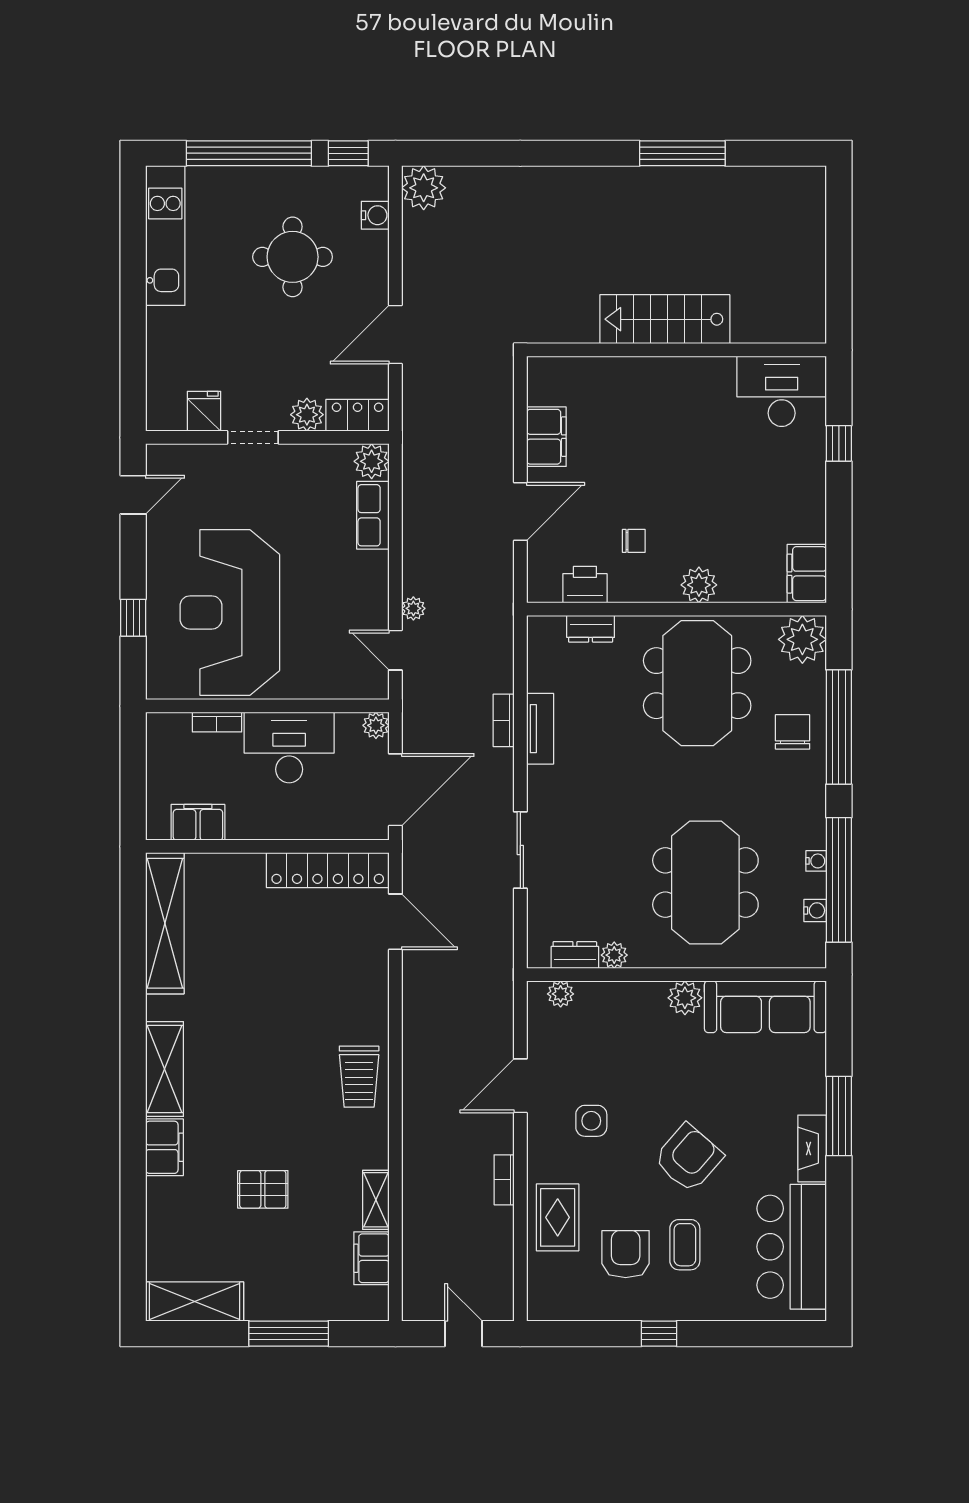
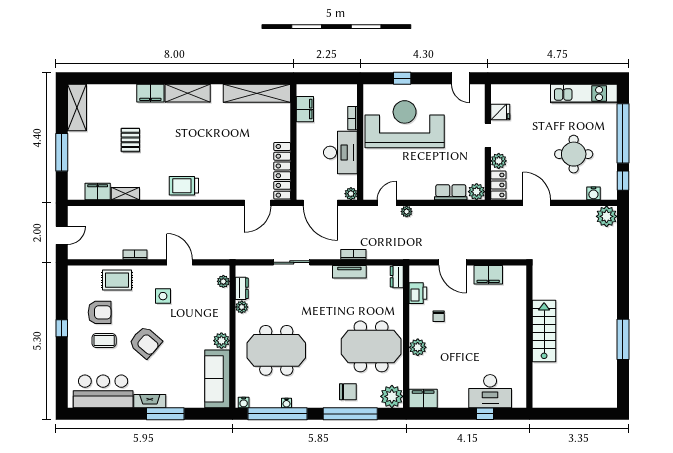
desk: (782, 391) -> (490, 391), moved, turned 90
dresser: (591, 629) -> (397, 277), moved
water cooler: (815, 910) -> (244, 403), moved

